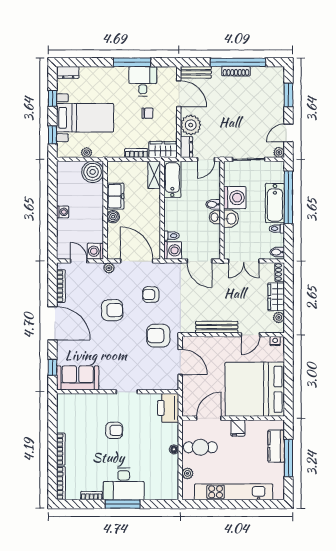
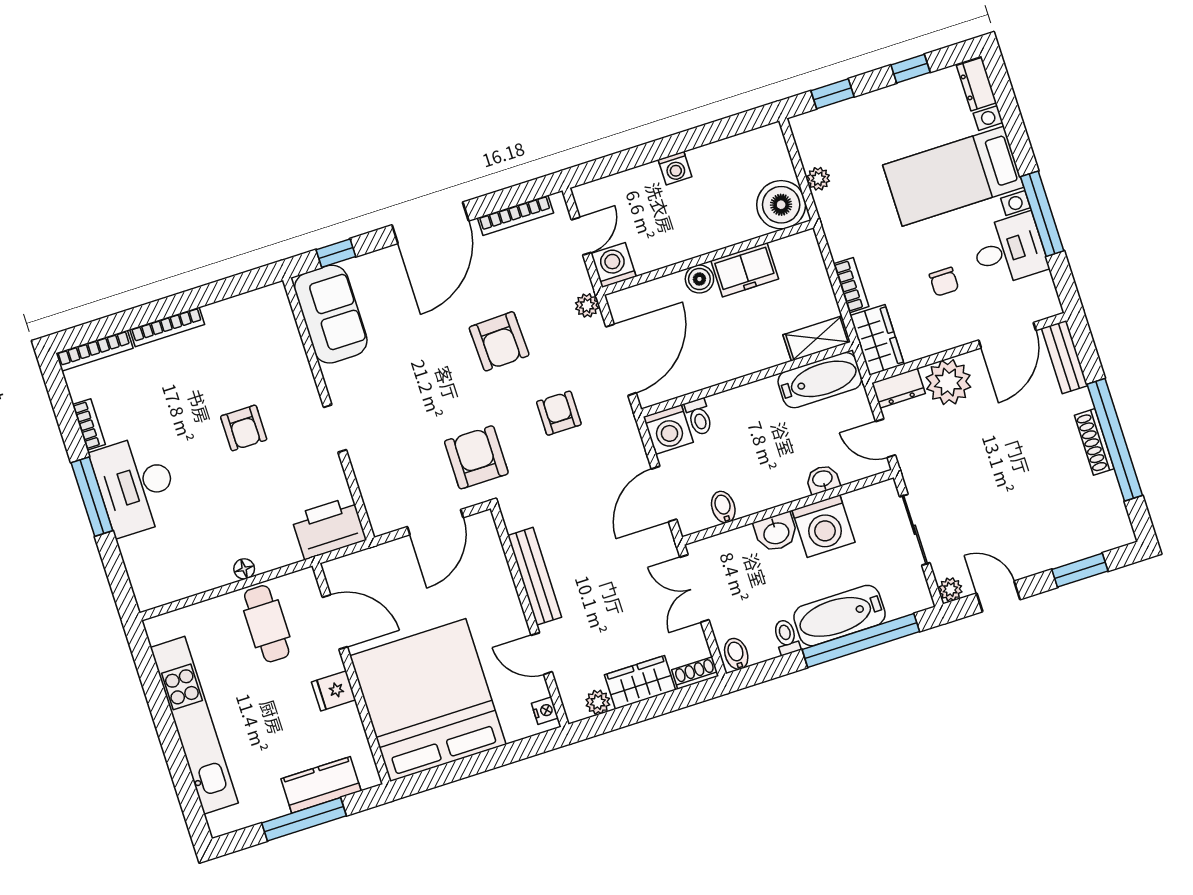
bed with nightstands: (85, 118) -> (953, 176), moved, turned 90
bidet: (213, 204) -> (723, 507), moved
washbasin: (215, 217) -> (823, 479), moved
plant: (187, 473) -> (202, 614), removed

